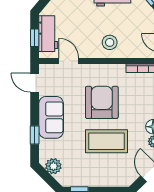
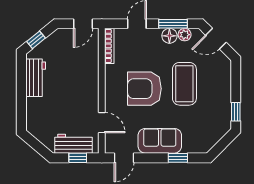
stool: (110, 42) -> (83, 81), removed
door: (69, 61) -> (102, 123), swing flipped
plant: (53, 166) -> (210, 138), removed

